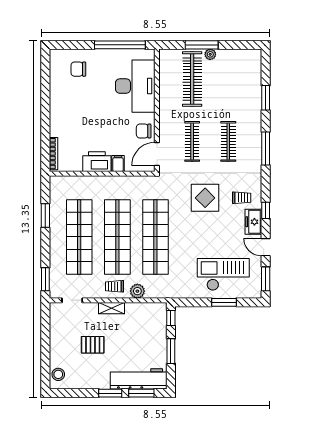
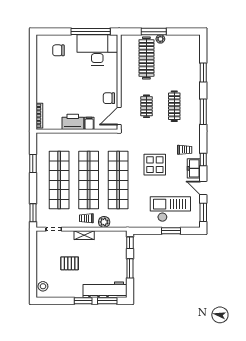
desk: (135, 86) -> (97, 50), moved, turned -90
clothes rail: (192, 141) -> (146, 106), width x0.73
display table: (205, 198) -> (155, 165), moved

